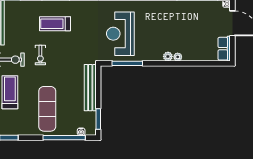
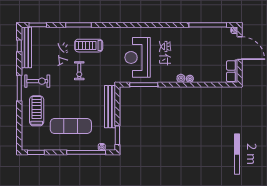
treadmill: (55, 24) -> (89, 46), moved
exercise bike: (40, 55) -> (79, 71), moved
exercise mat: (47, 109) -> (71, 126), turned 90

